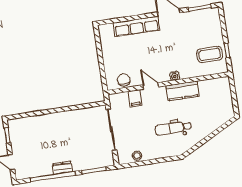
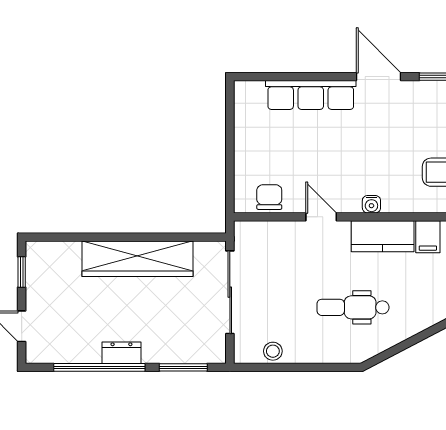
filing cabinet: (135, 98) -> (428, 237), moved
wardrobe: (63, 120) -> (137, 259), added

